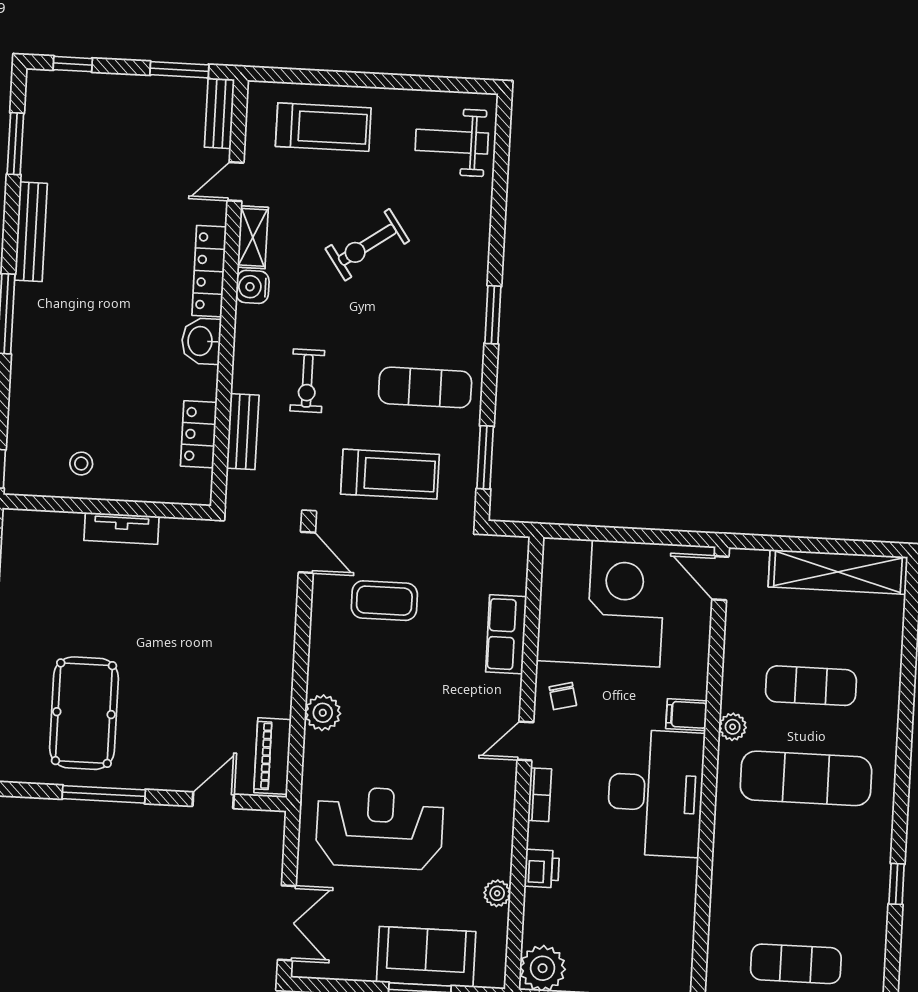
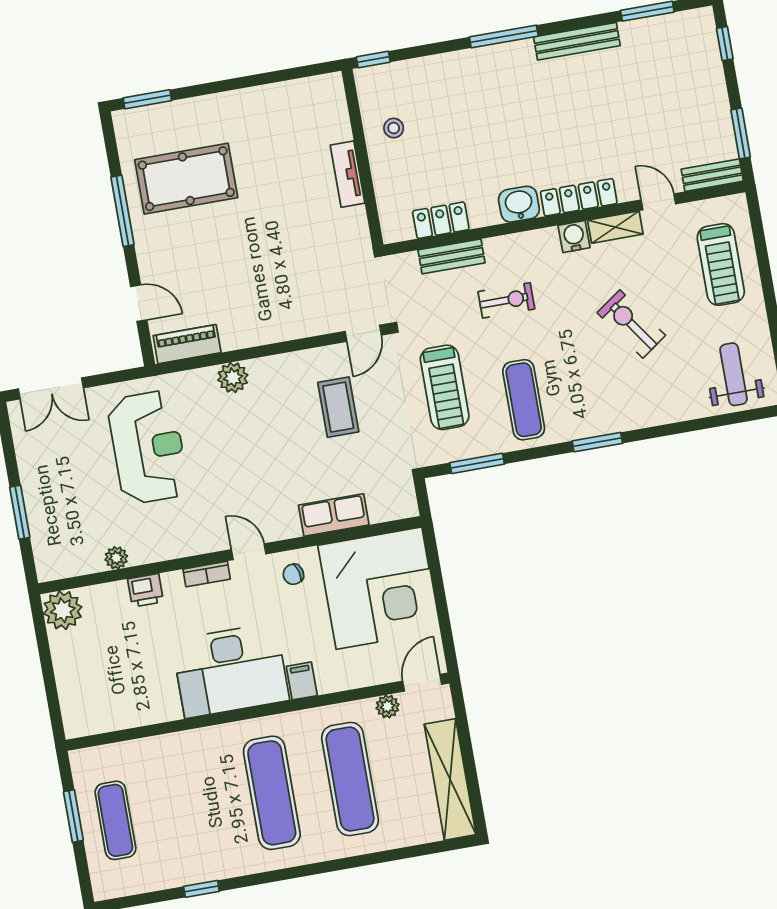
exercise bike: (307, 381) -> (506, 300), turned 180
exercise mat: (811, 686) -> (350, 779), width x1.36, depth x1.45
plant: (733, 727) -> (388, 706), moved
sofa: (426, 957) -> (50, 511), removed

